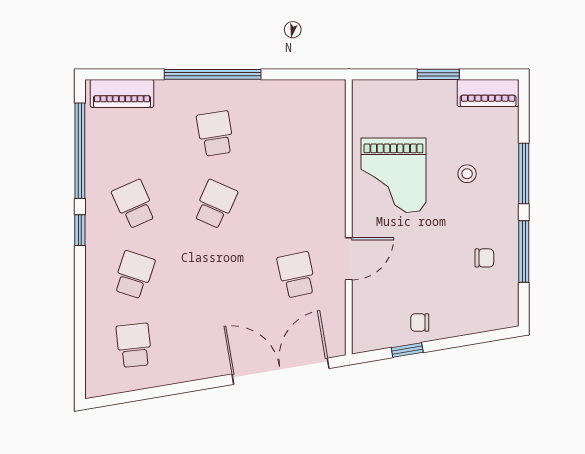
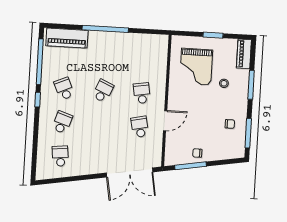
piano: (122, 93) -> (67, 38), width x1.37, depth x1.33
piano: (488, 93) -> (244, 54), moved, turned 90
school desk: (215, 134) -> (142, 93), moved
grand piano: (393, 175) -> (196, 67), moved
window: (524, 252) -> (248, 133), moved
window: (407, 350) -> (191, 166), width x2.17
double door: (281, 371) -> (130, 172), swing flipped

